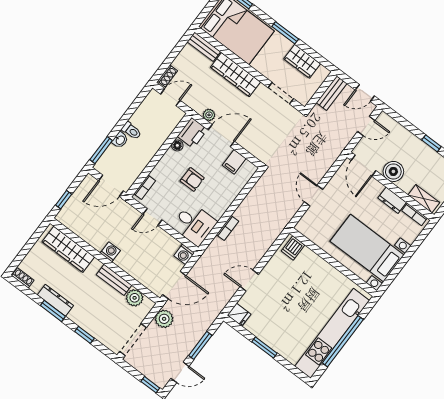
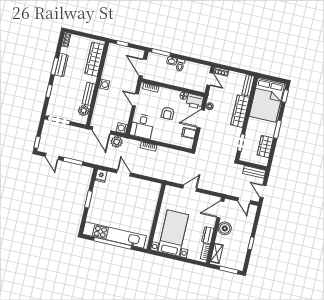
door: (221, 136) -> (201, 119), swing flipped
dishwasher: (293, 248) -> (154, 190), removed
plant: (164, 319) -> (117, 142), moved

